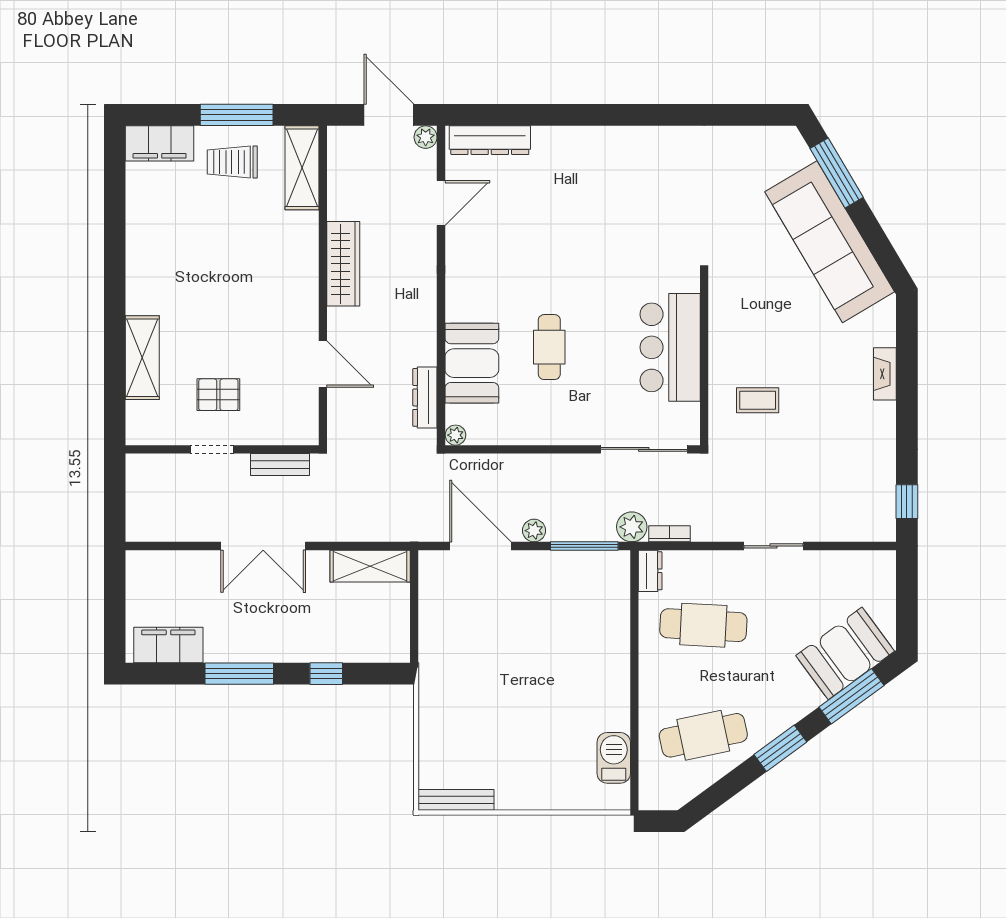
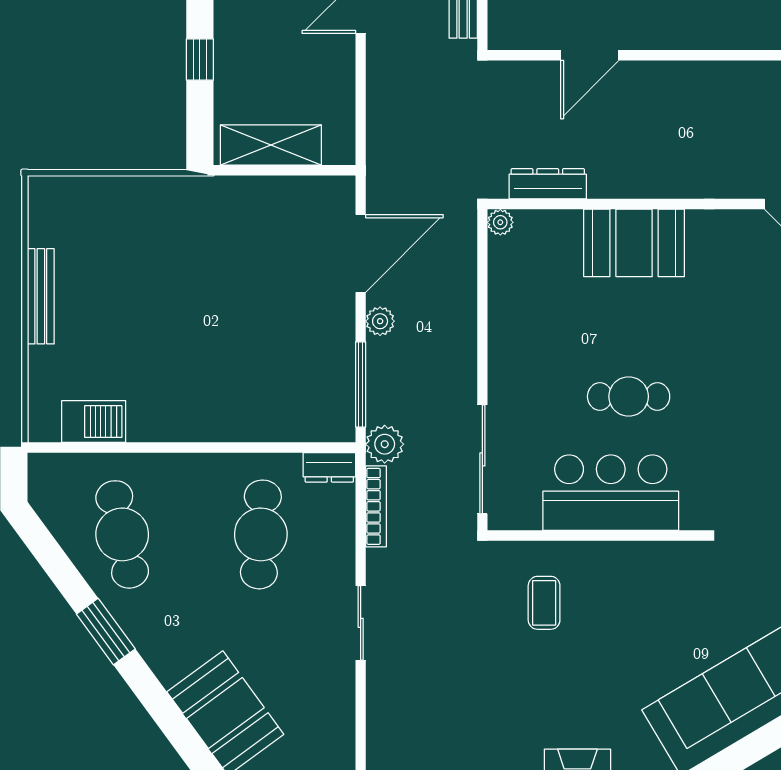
wardrobe: (343, 264) -> (716, 81), removed
cafe table: (549, 347) -> (629, 396), moved
booth: (472, 363) -> (634, 243), moved
bookcase: (669, 534) -> (376, 506), width x1.56
shelving: (370, 566) -> (271, 145), moved, turned 90
window: (851, 696) -> (171, 721), removed
bench: (456, 800) -> (41, 296), moved

